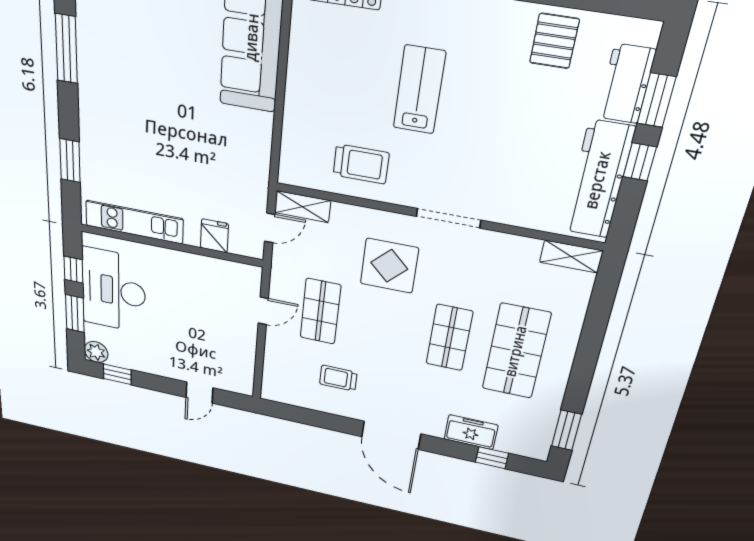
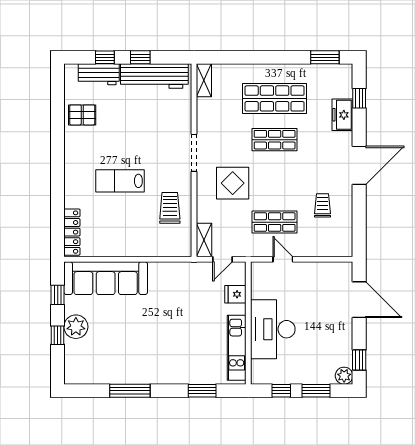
window: (656, 100) -> (105, 57), width x0.67
door: (270, 228) -> (222, 259), swing flipped
desk: (114, 290) -> (273, 329), moved, turned 90
trolley: (338, 378) -> (323, 205), turned 180
door: (199, 393) -> (359, 300), width x1.87

